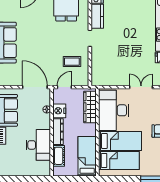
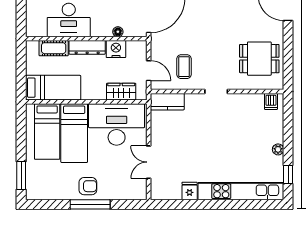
kitchen counter: (97, 16) -> (167, 102), moved
door: (64, 87) -> (149, 71), moved
double door: (141, 87) -> (149, 162), swing flipped
wardrobe: (90, 107) -> (121, 92), width x0.67

